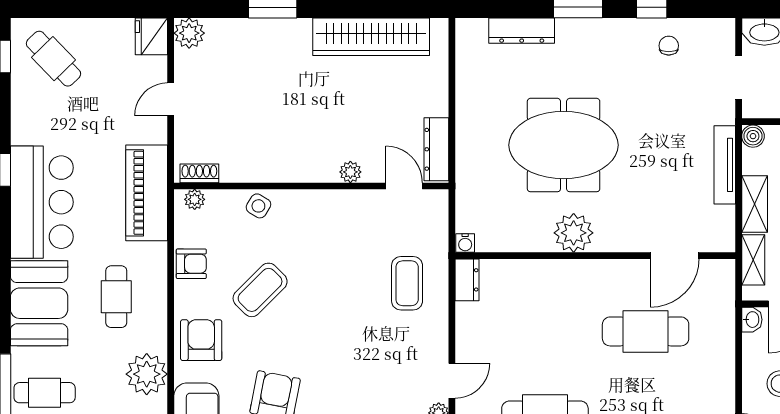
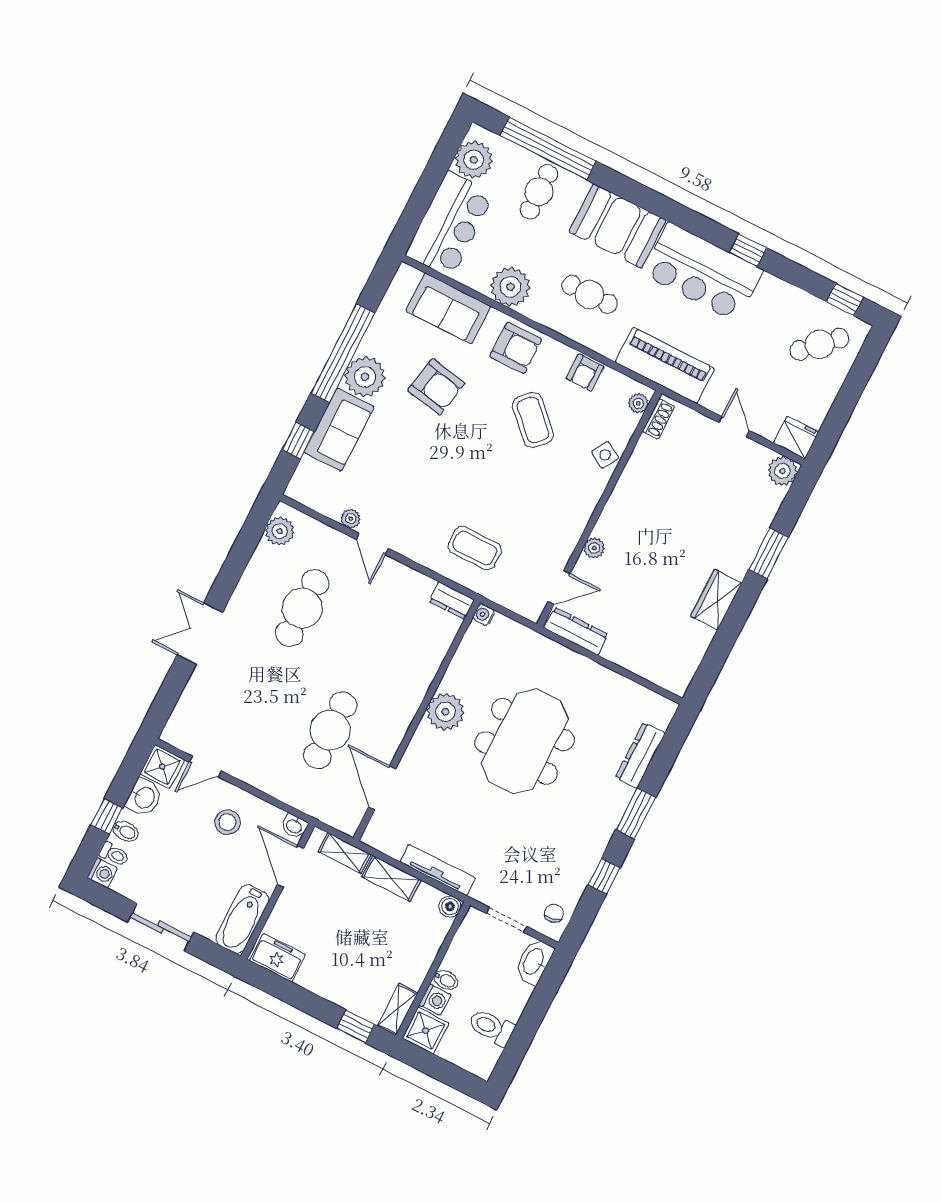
wardrobe: (371, 37) -> (716, 600), width x0.48, depth x0.85
chair: (669, 46) -> (554, 913), moved, turned -103

